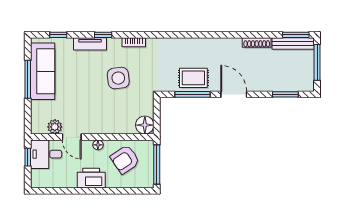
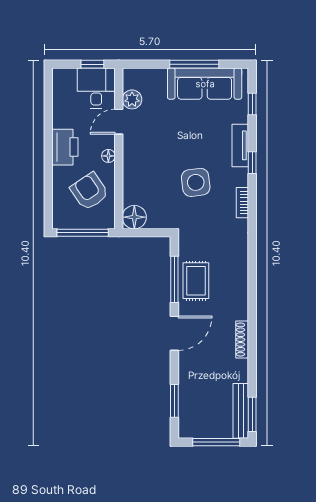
shoe rack: (257, 43) -> (242, 340), moved

